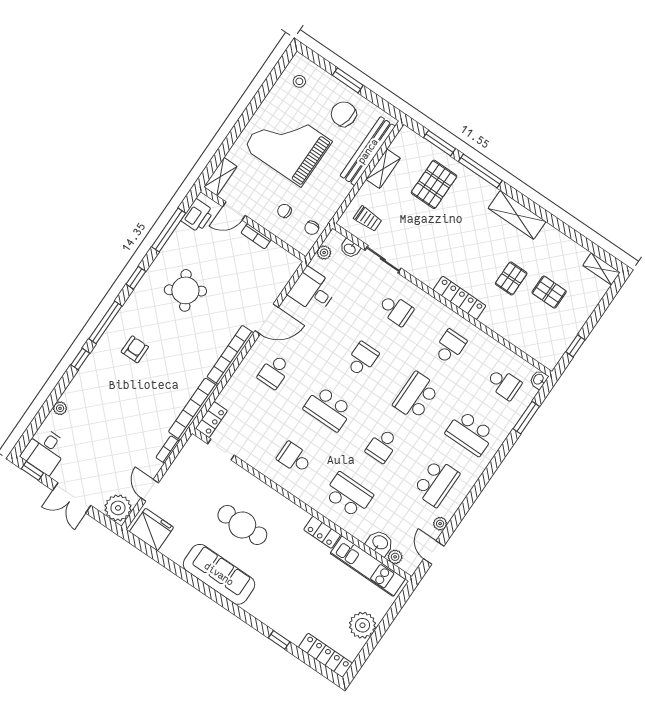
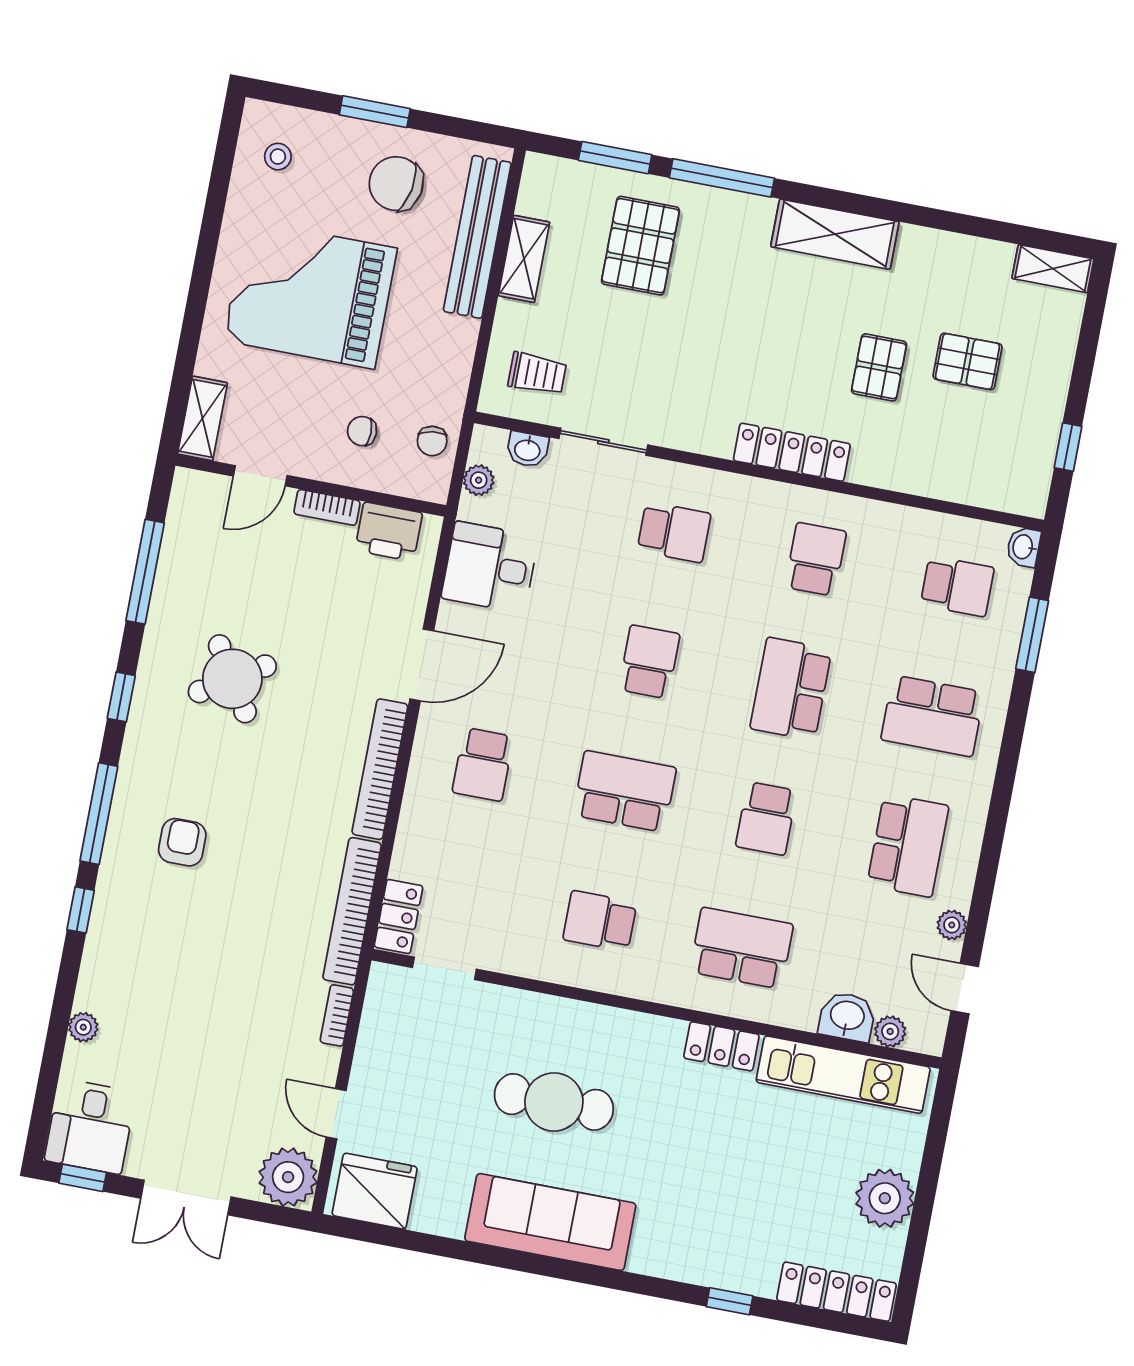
printer: (197, 216) -> (389, 532), moved, turned 90
school desk: (328, 409) -> (625, 791), turned 180

